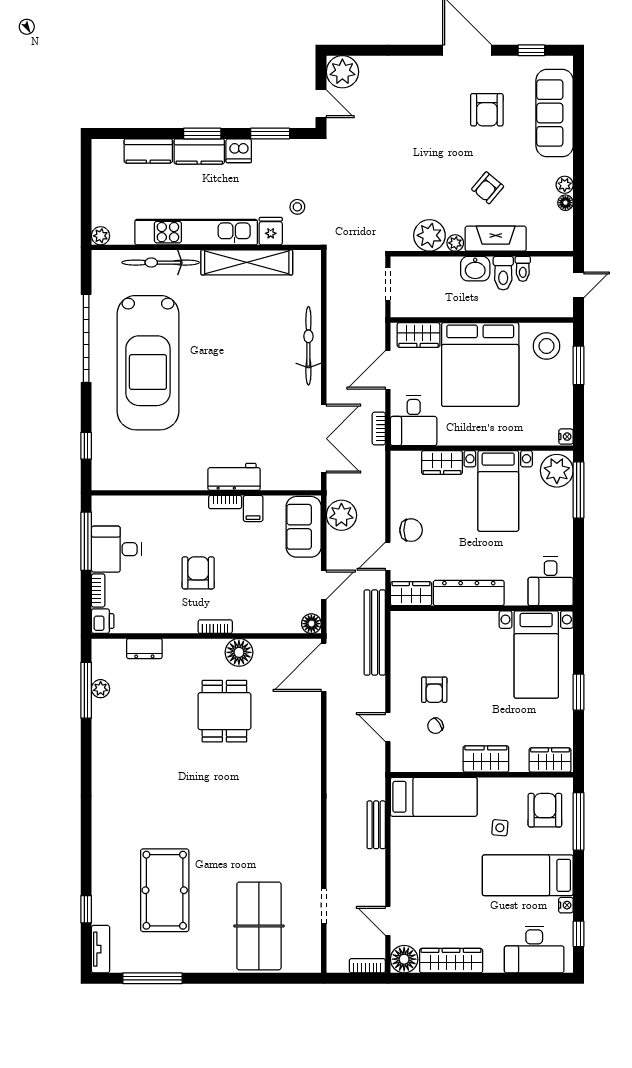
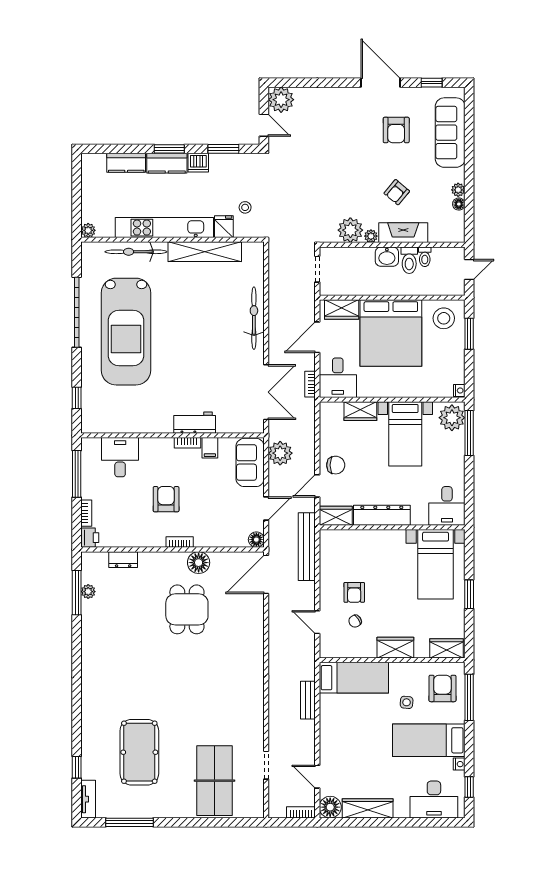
desk: (116, 549) -> (120, 457), moved, turned 90

